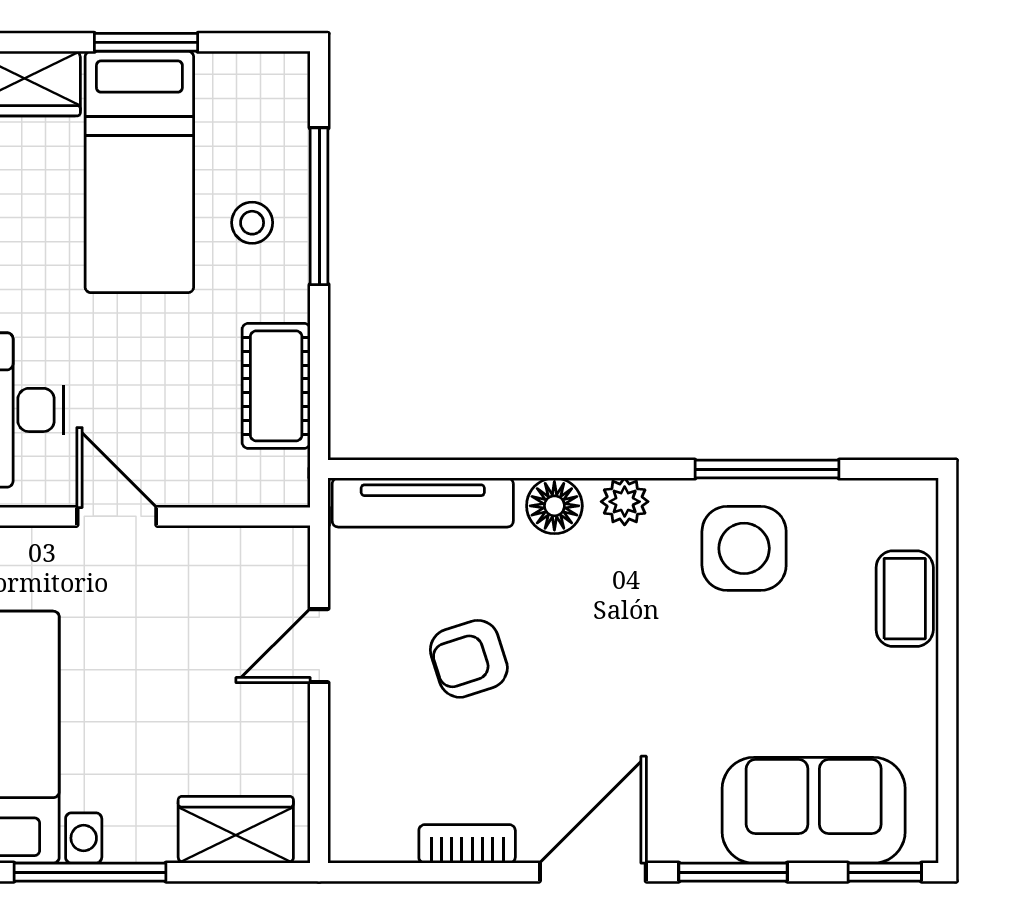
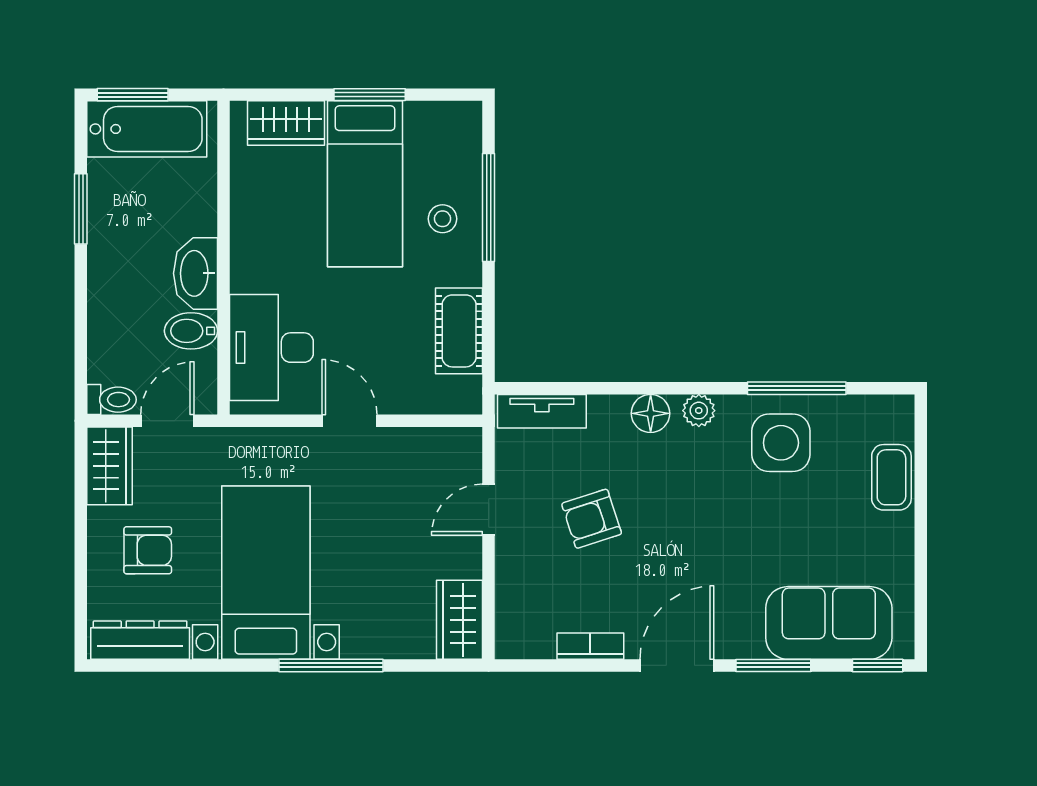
tv unit: (423, 502) -> (542, 411), width x0.71
wardrobe: (236, 830) -> (460, 620), moved, turned -90

